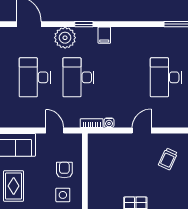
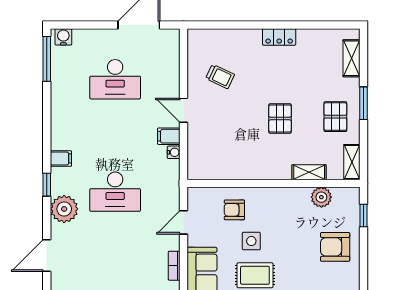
desk: (35, 77) -> (115, 248), removed
filing cabinet: (122, 119) -> (169, 136), added
bookcase: (92, 123) -> (174, 266), moved
side table: (63, 195) -> (251, 241), moved

